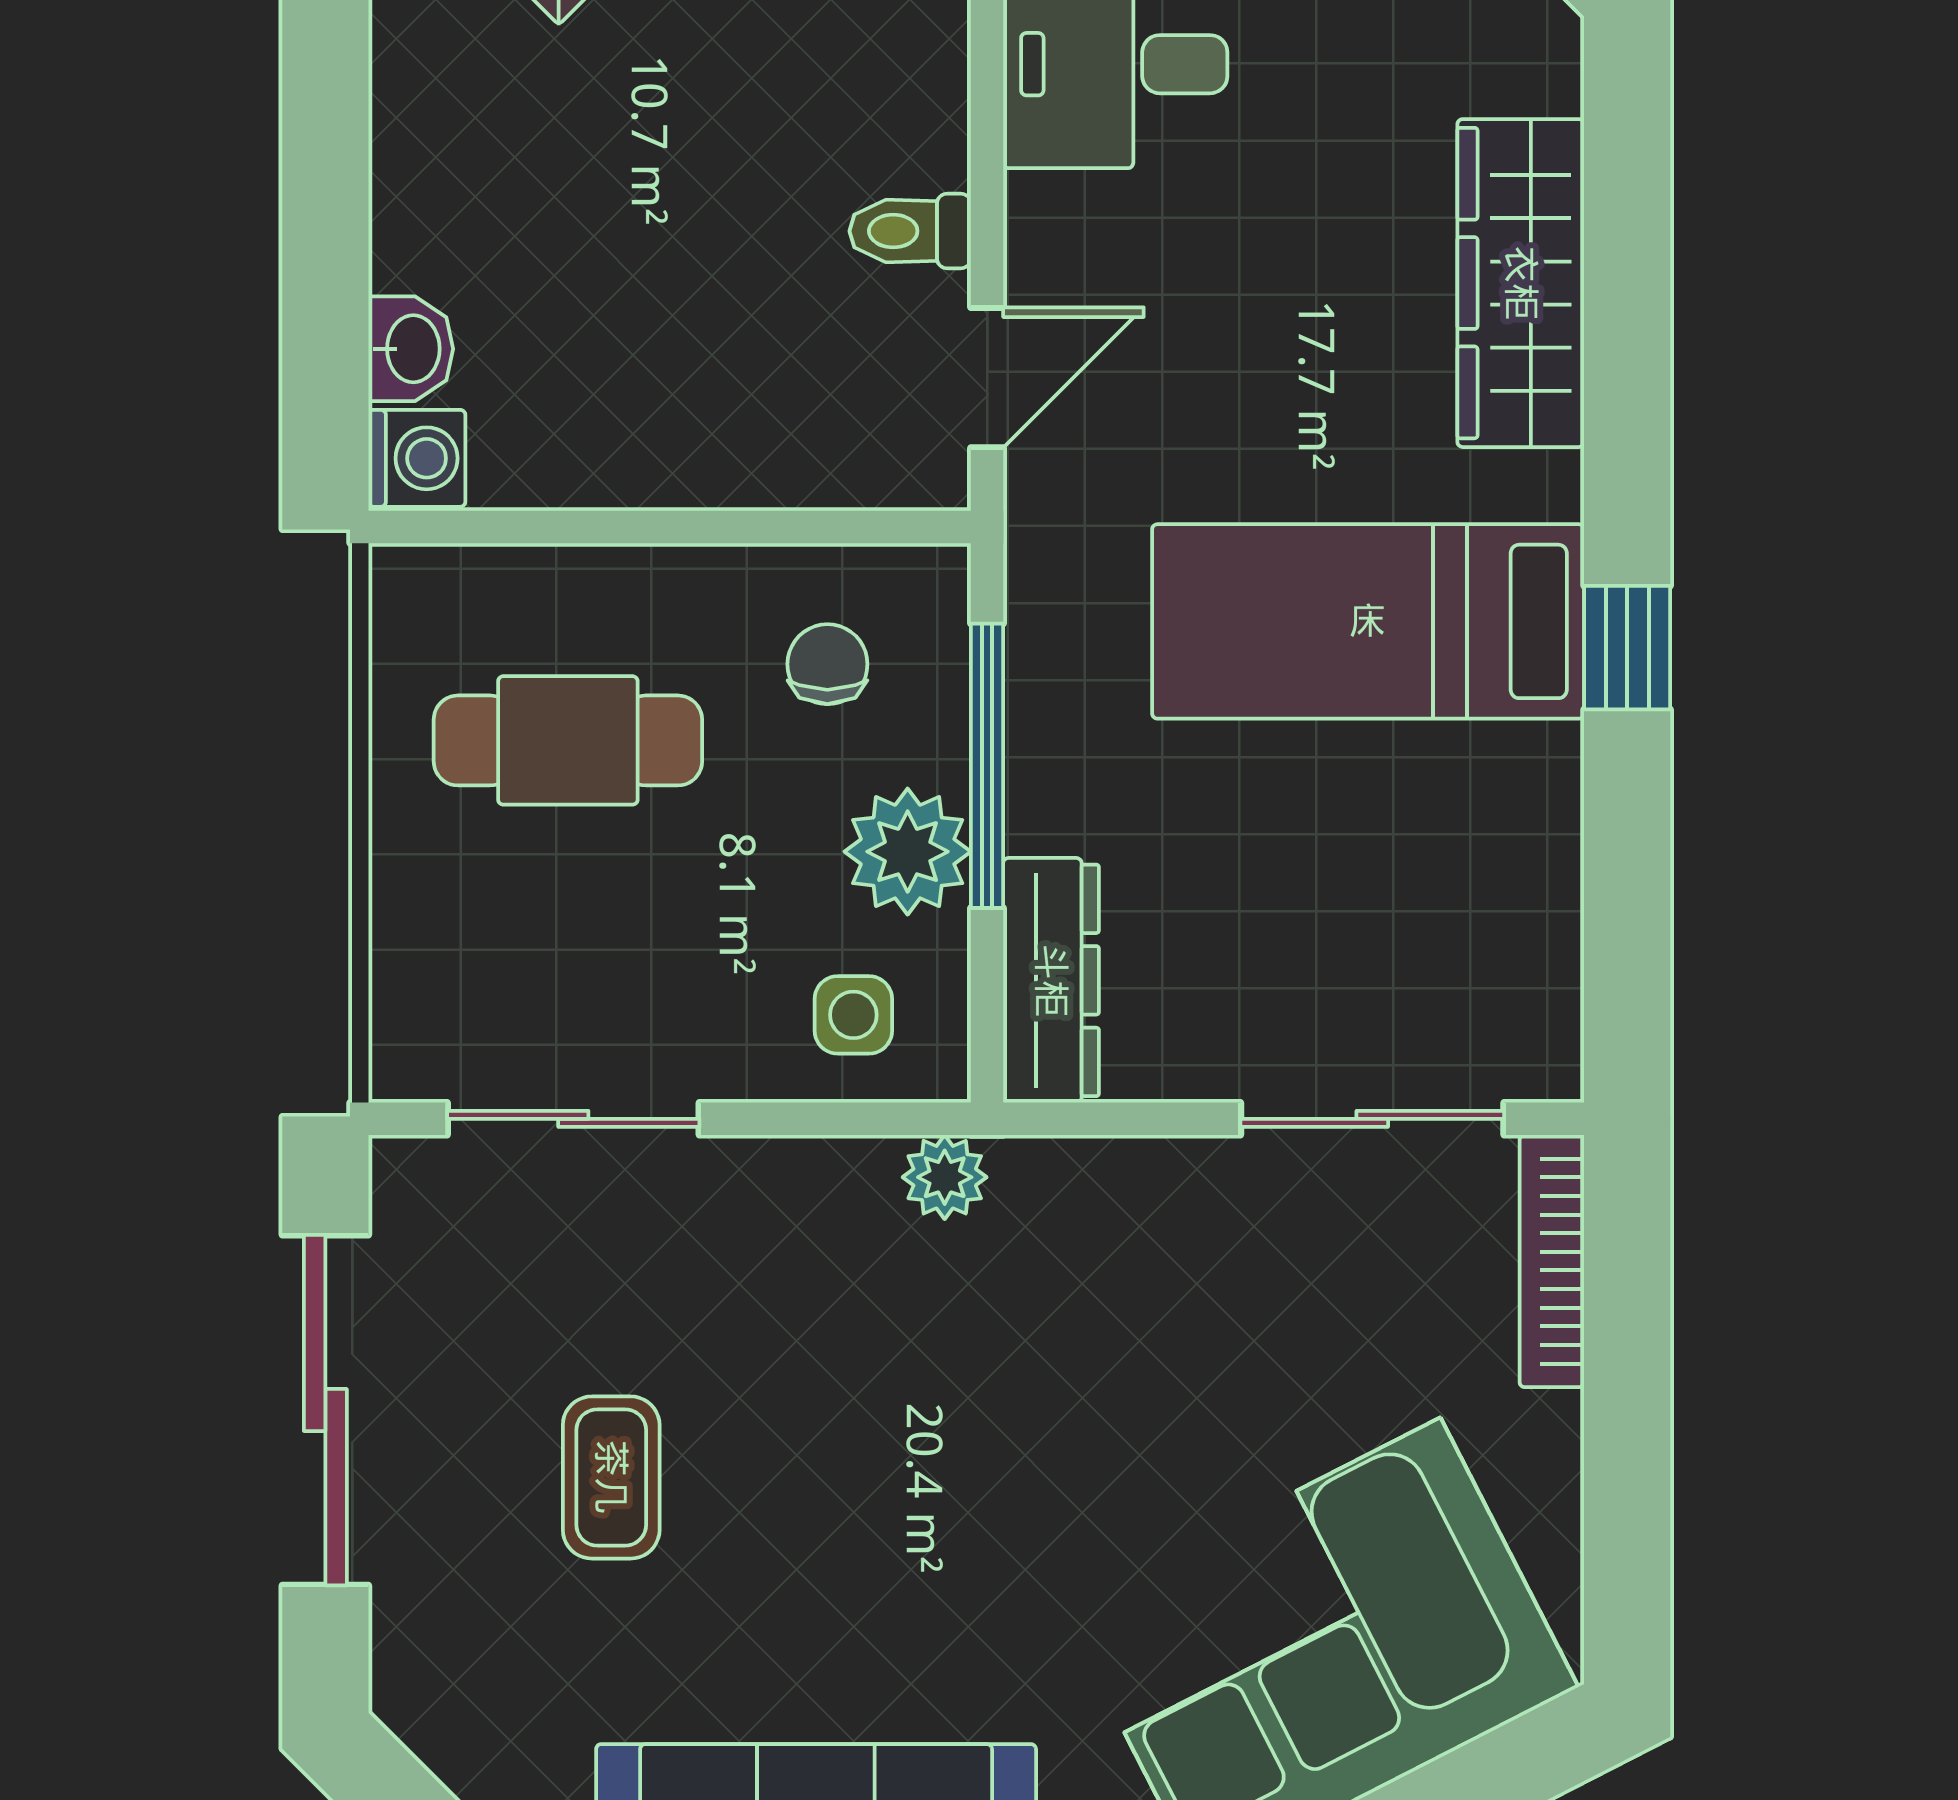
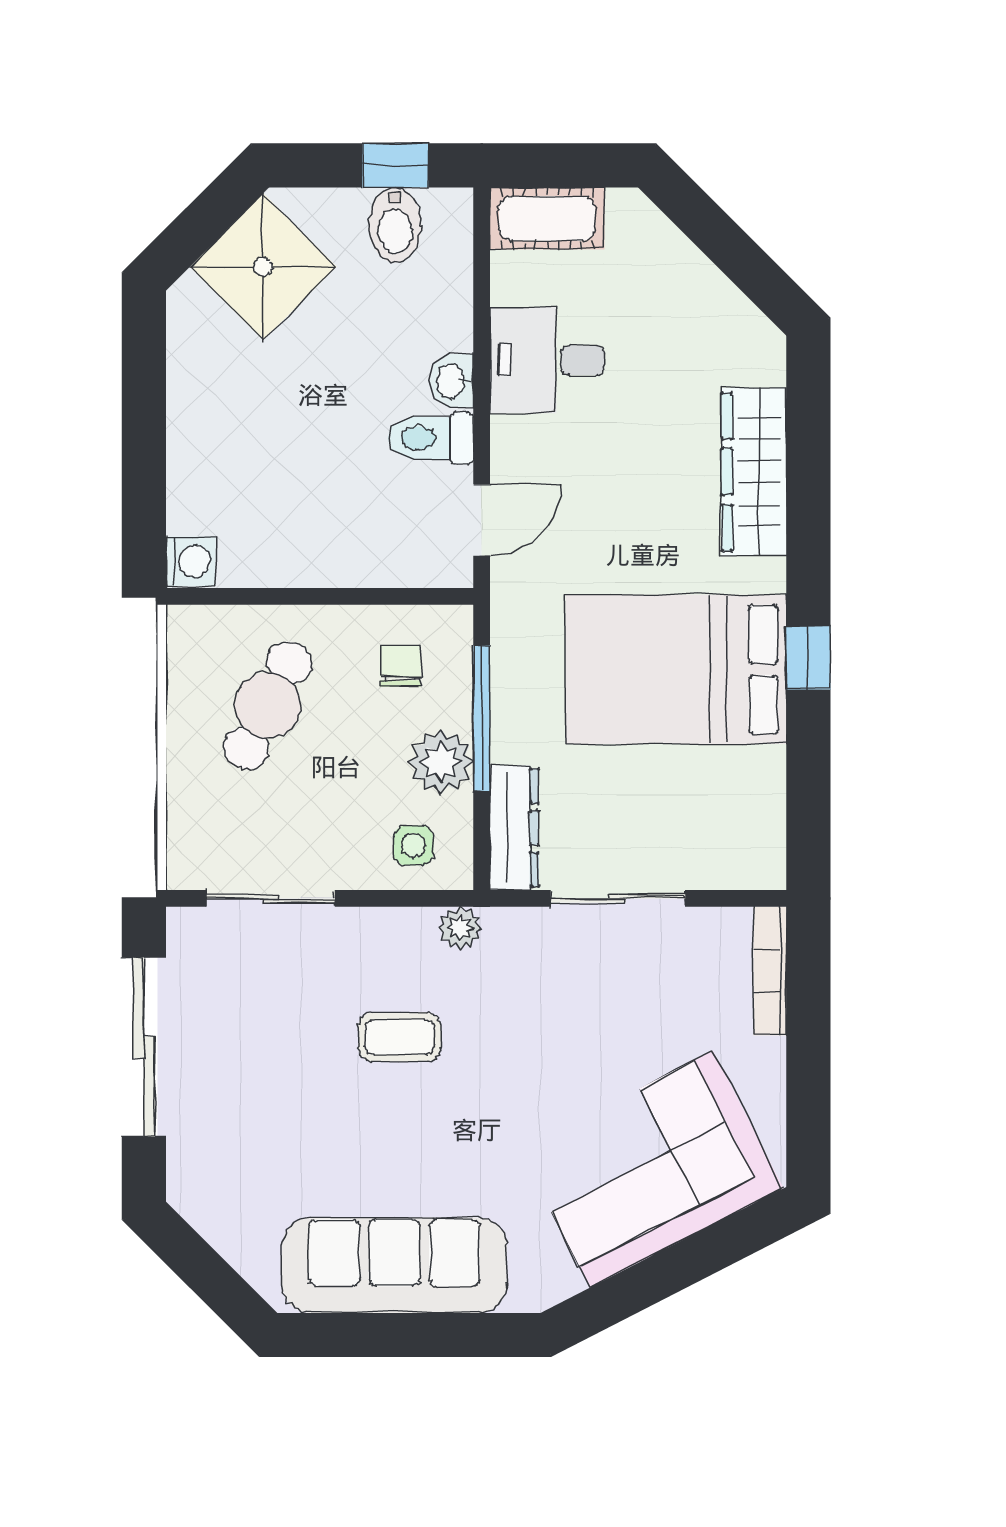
toilet: (910, 231) -> (431, 438), width x1.37, depth x1.39
washbasin: (411, 349) -> (452, 381), moved, turned 180
bed: (1368, 621) -> (676, 669), width x1.50
cafe table: (568, 740) -> (268, 705), turned -63
sliding door: (1372, 1119) -> (618, 898), moved
coffee table: (611, 1477) -> (400, 1037), moved, turned 90

